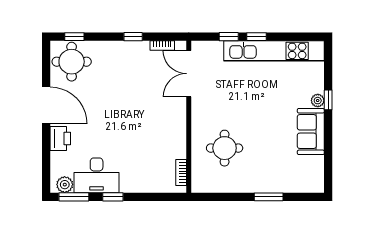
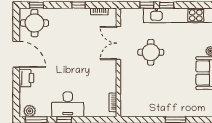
double door: (189, 74) -> (118, 43), moved
round table: (225, 148) -> (151, 52), moved
desk: (97, 175) -> (68, 104), moved

